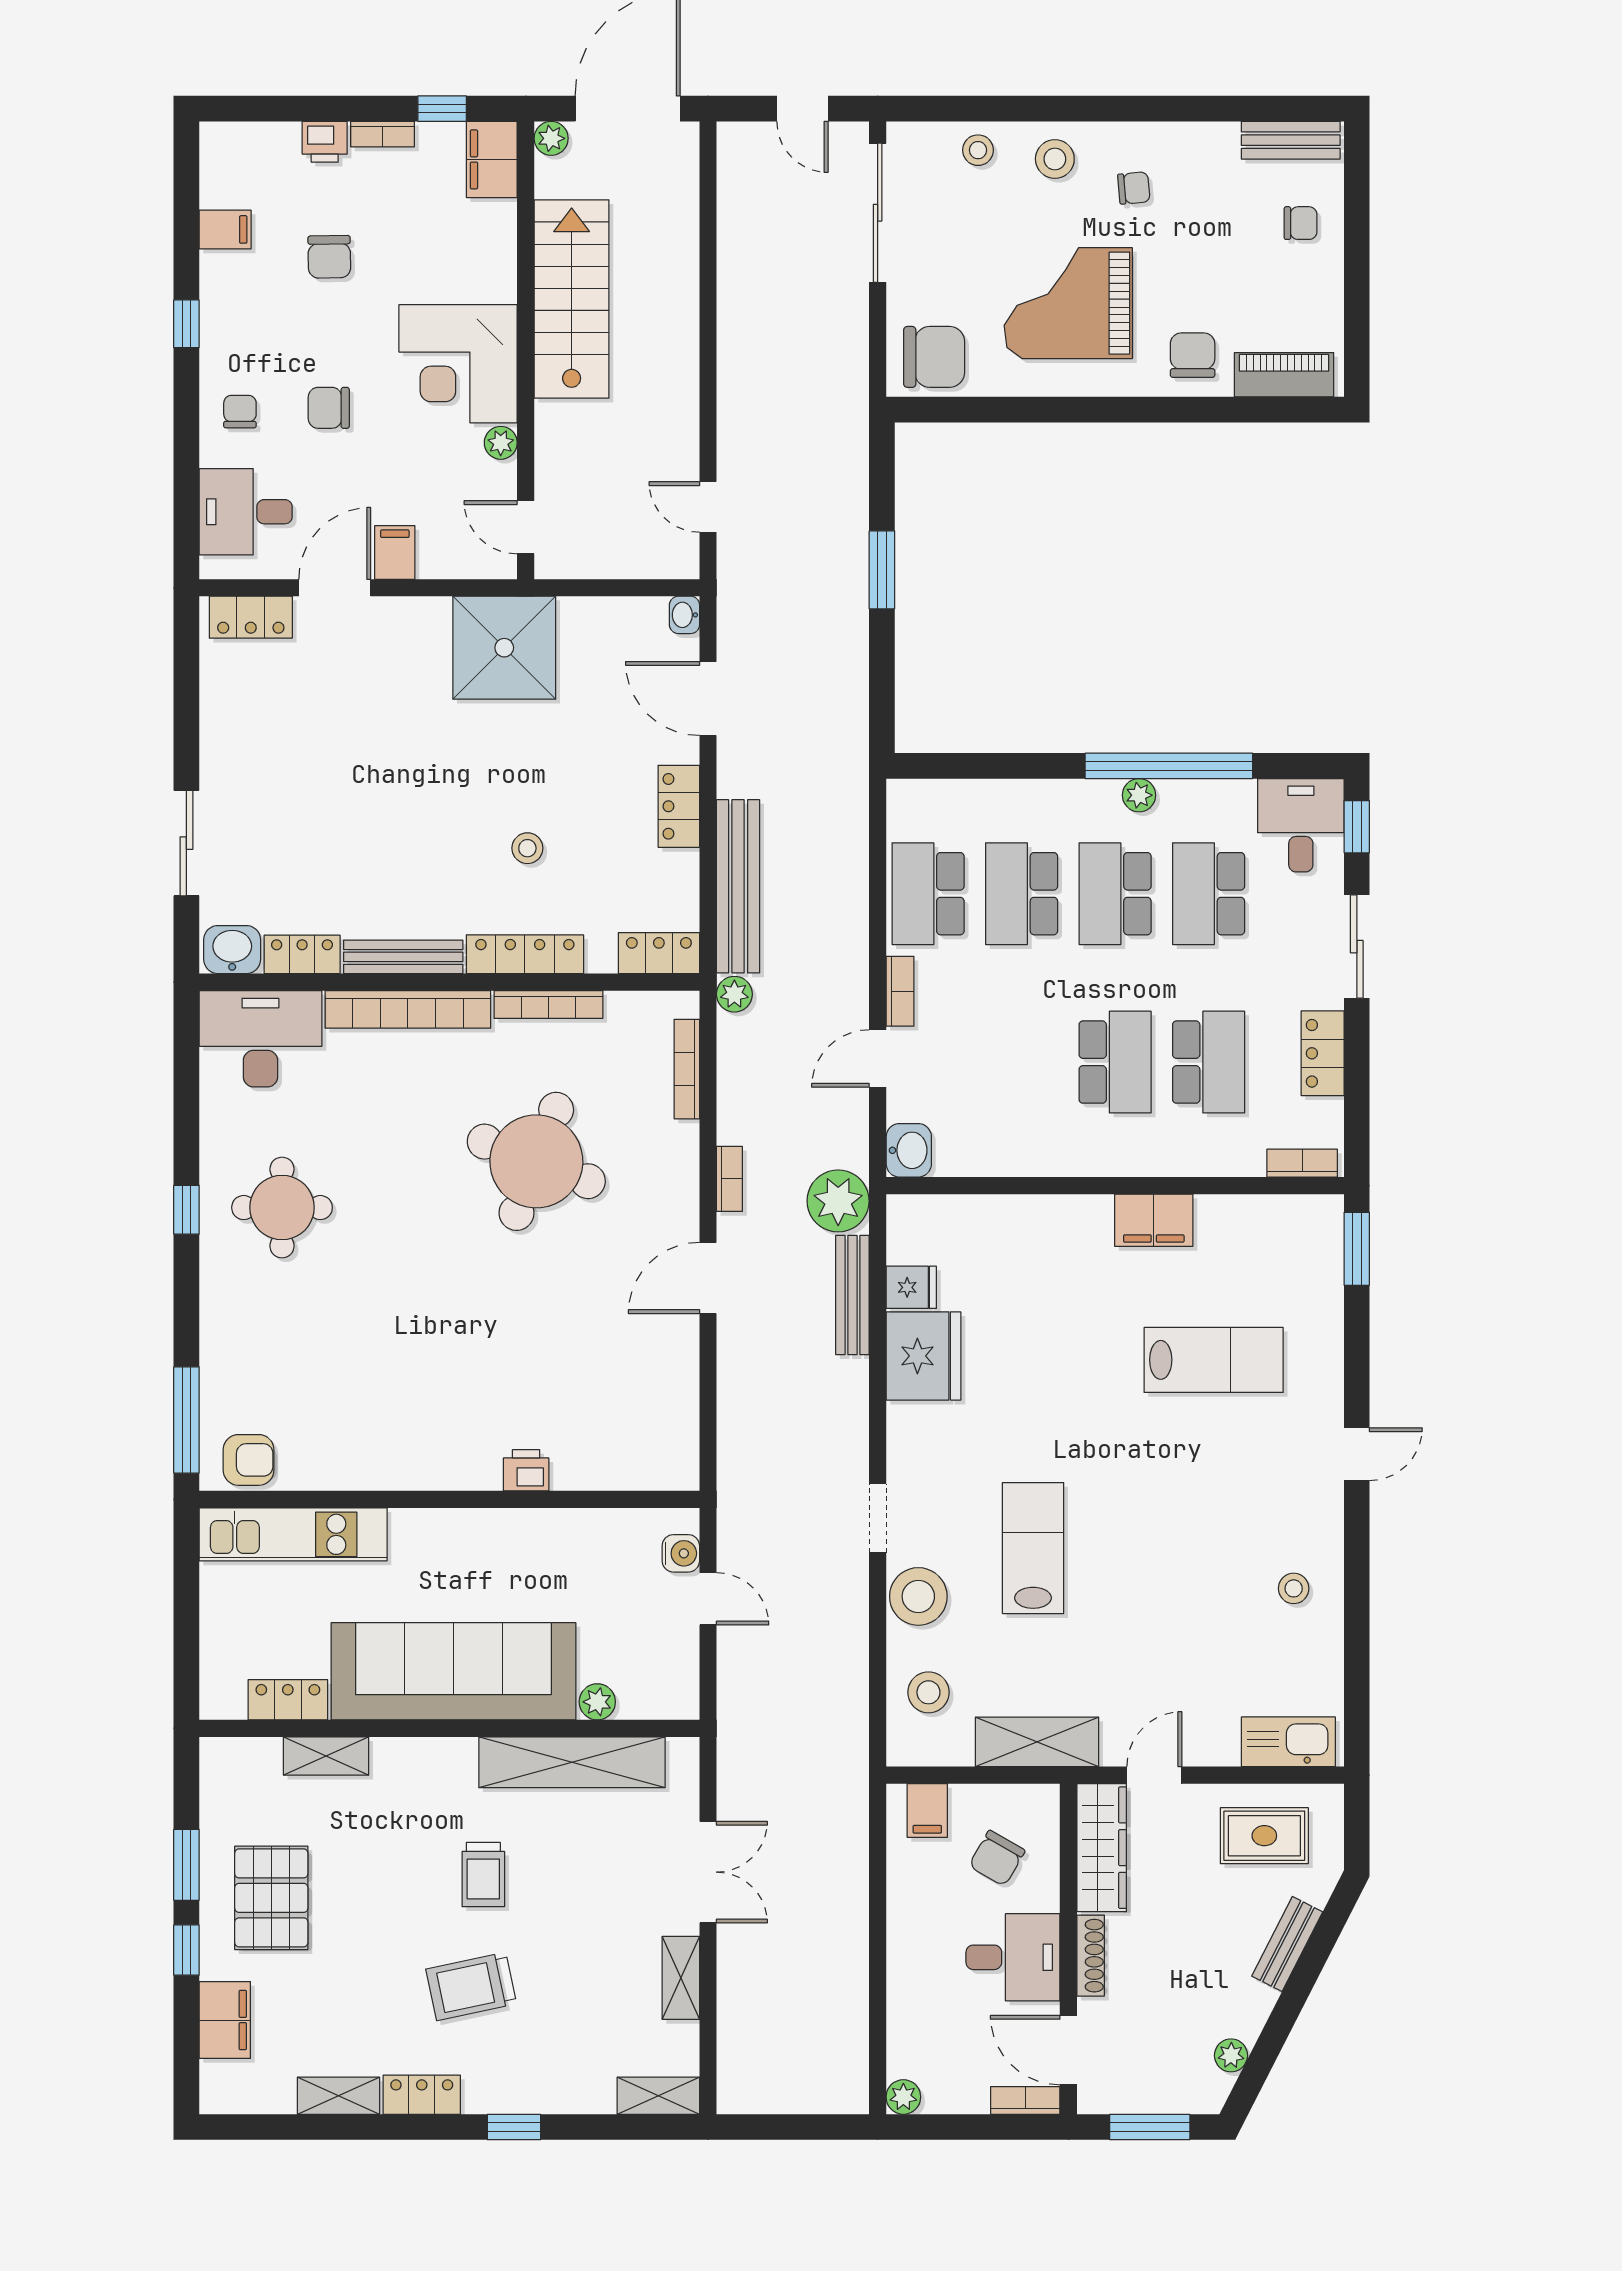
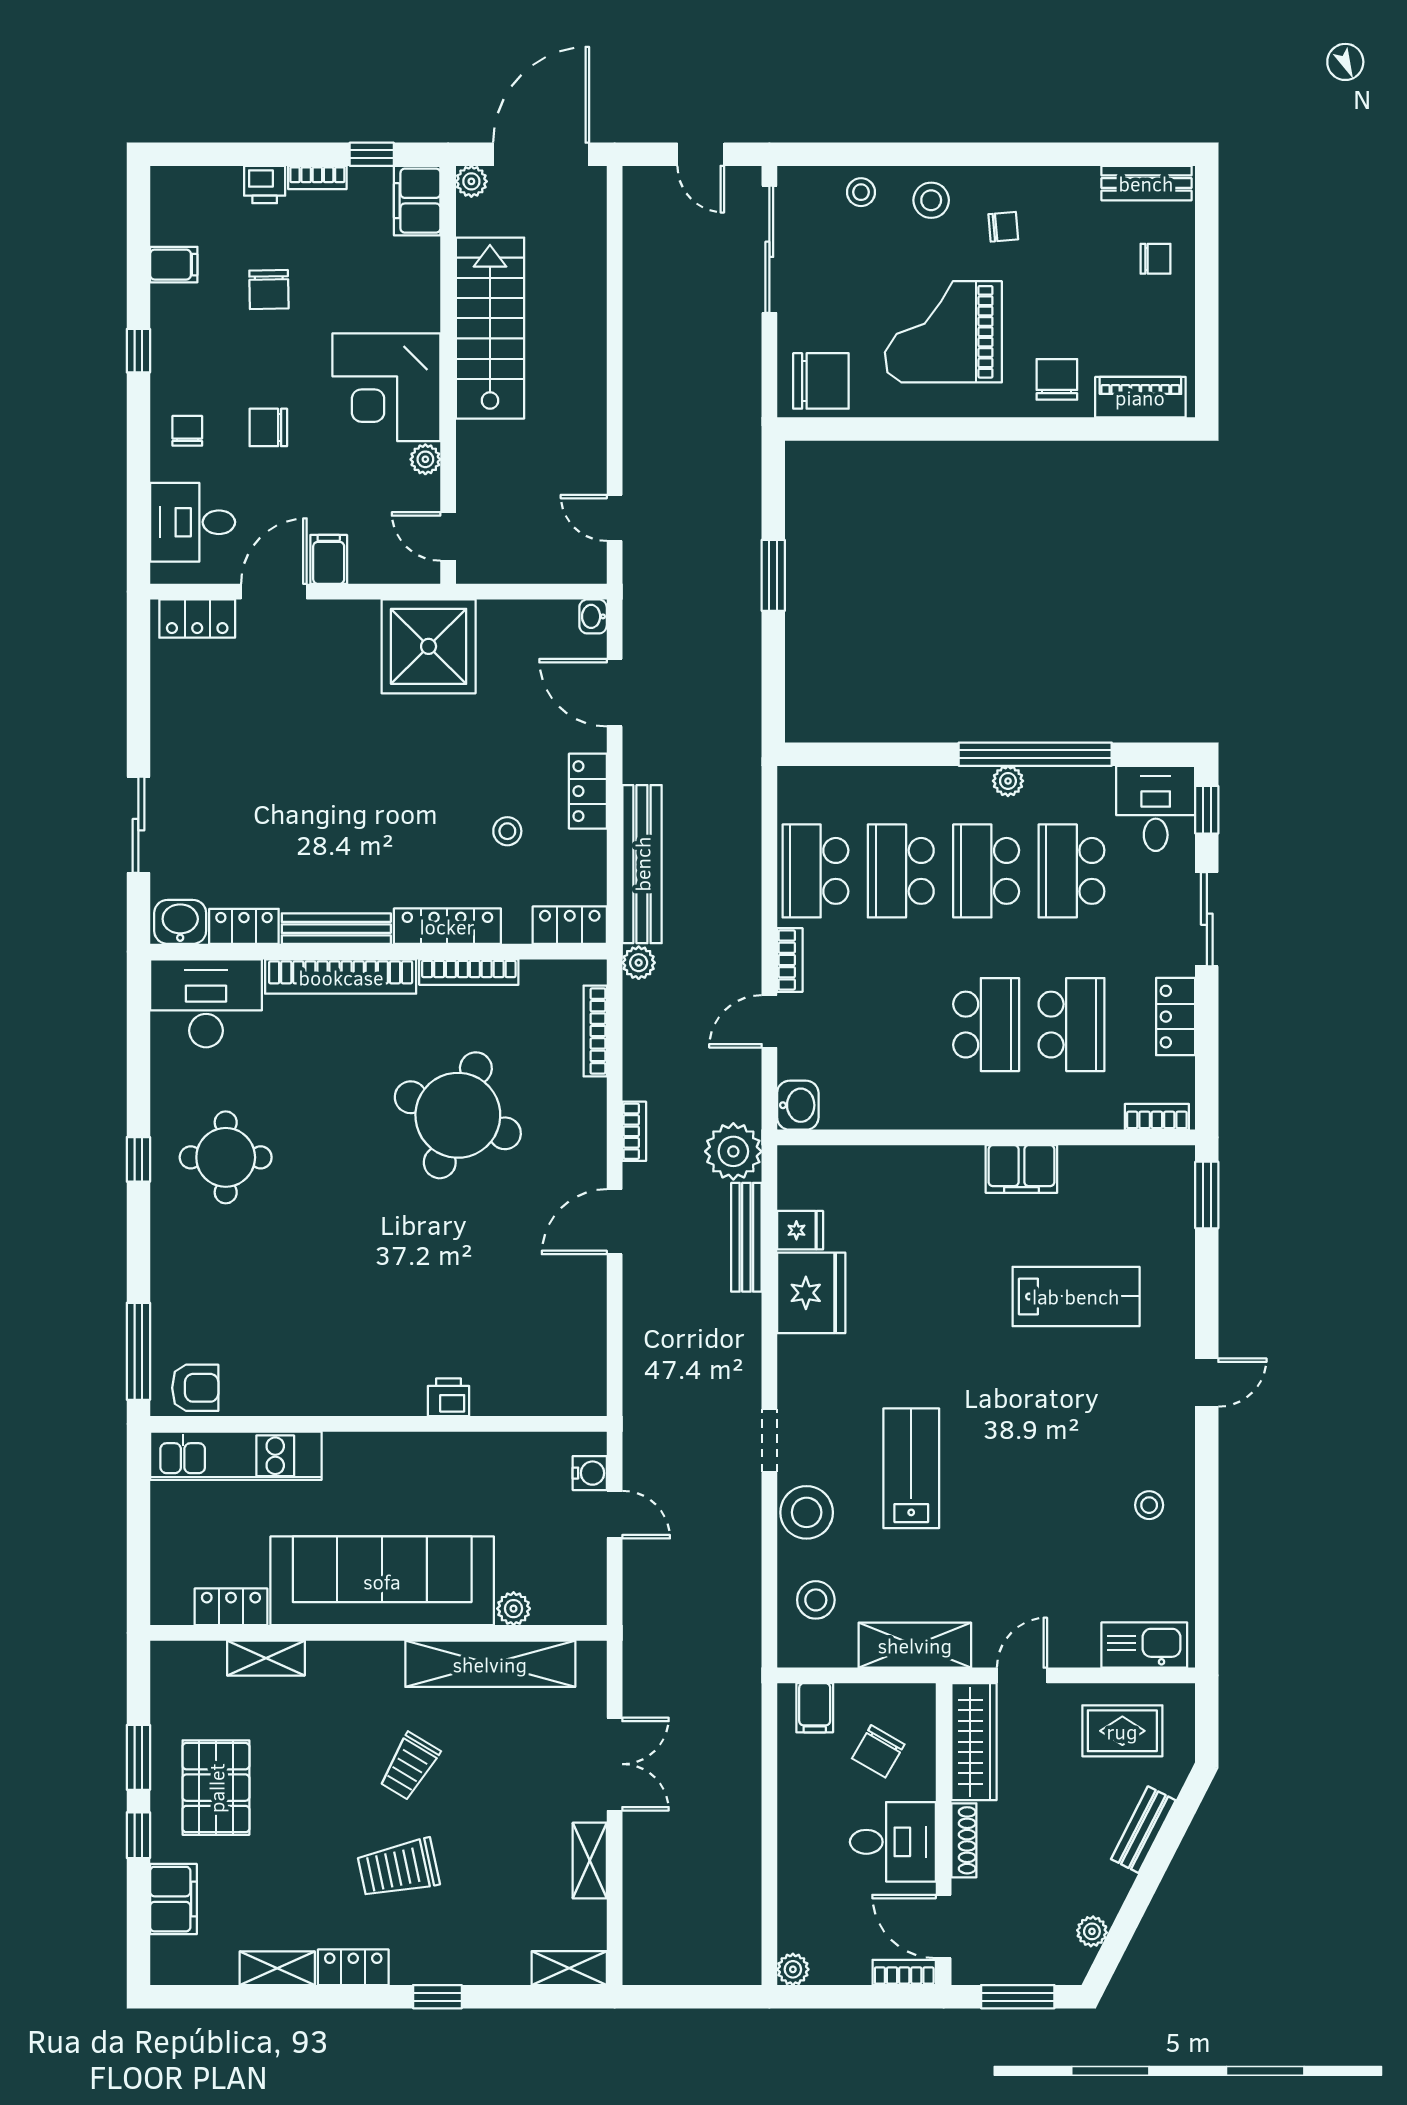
stool: (527, 848) -> (507, 831), moved
trolley: (483, 1875) -> (409, 1766), turned 31

